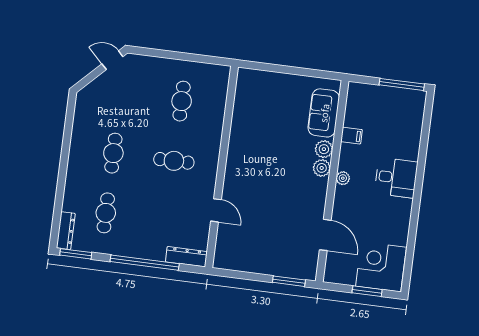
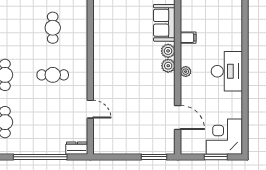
desk: (396, 178) -> (227, 71), width x1.37
dresser: (186, 257) -> (77, 148), width x0.70

